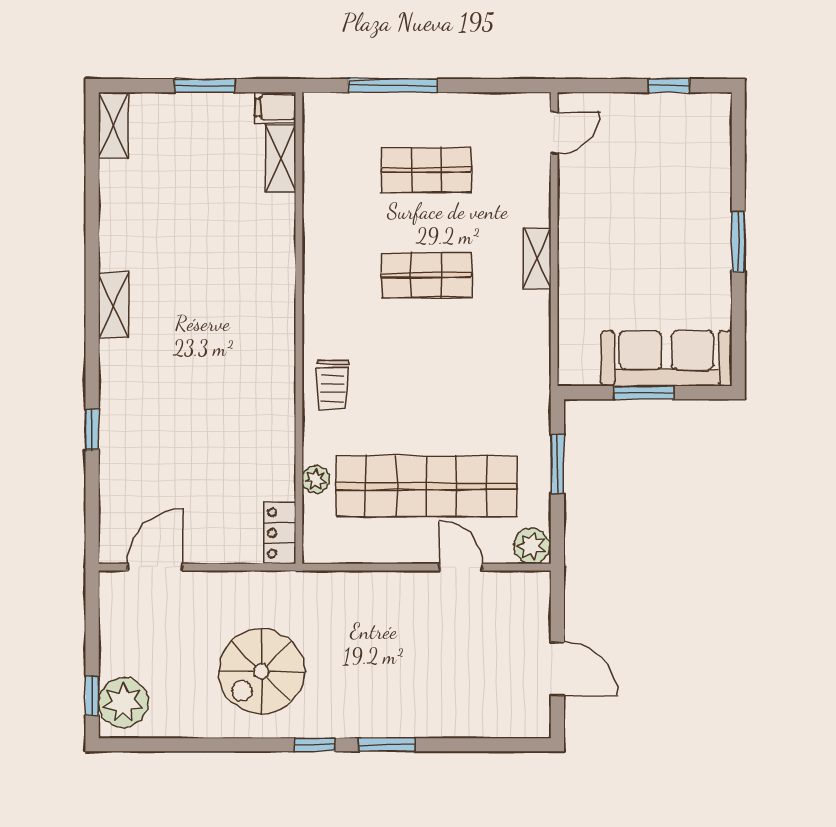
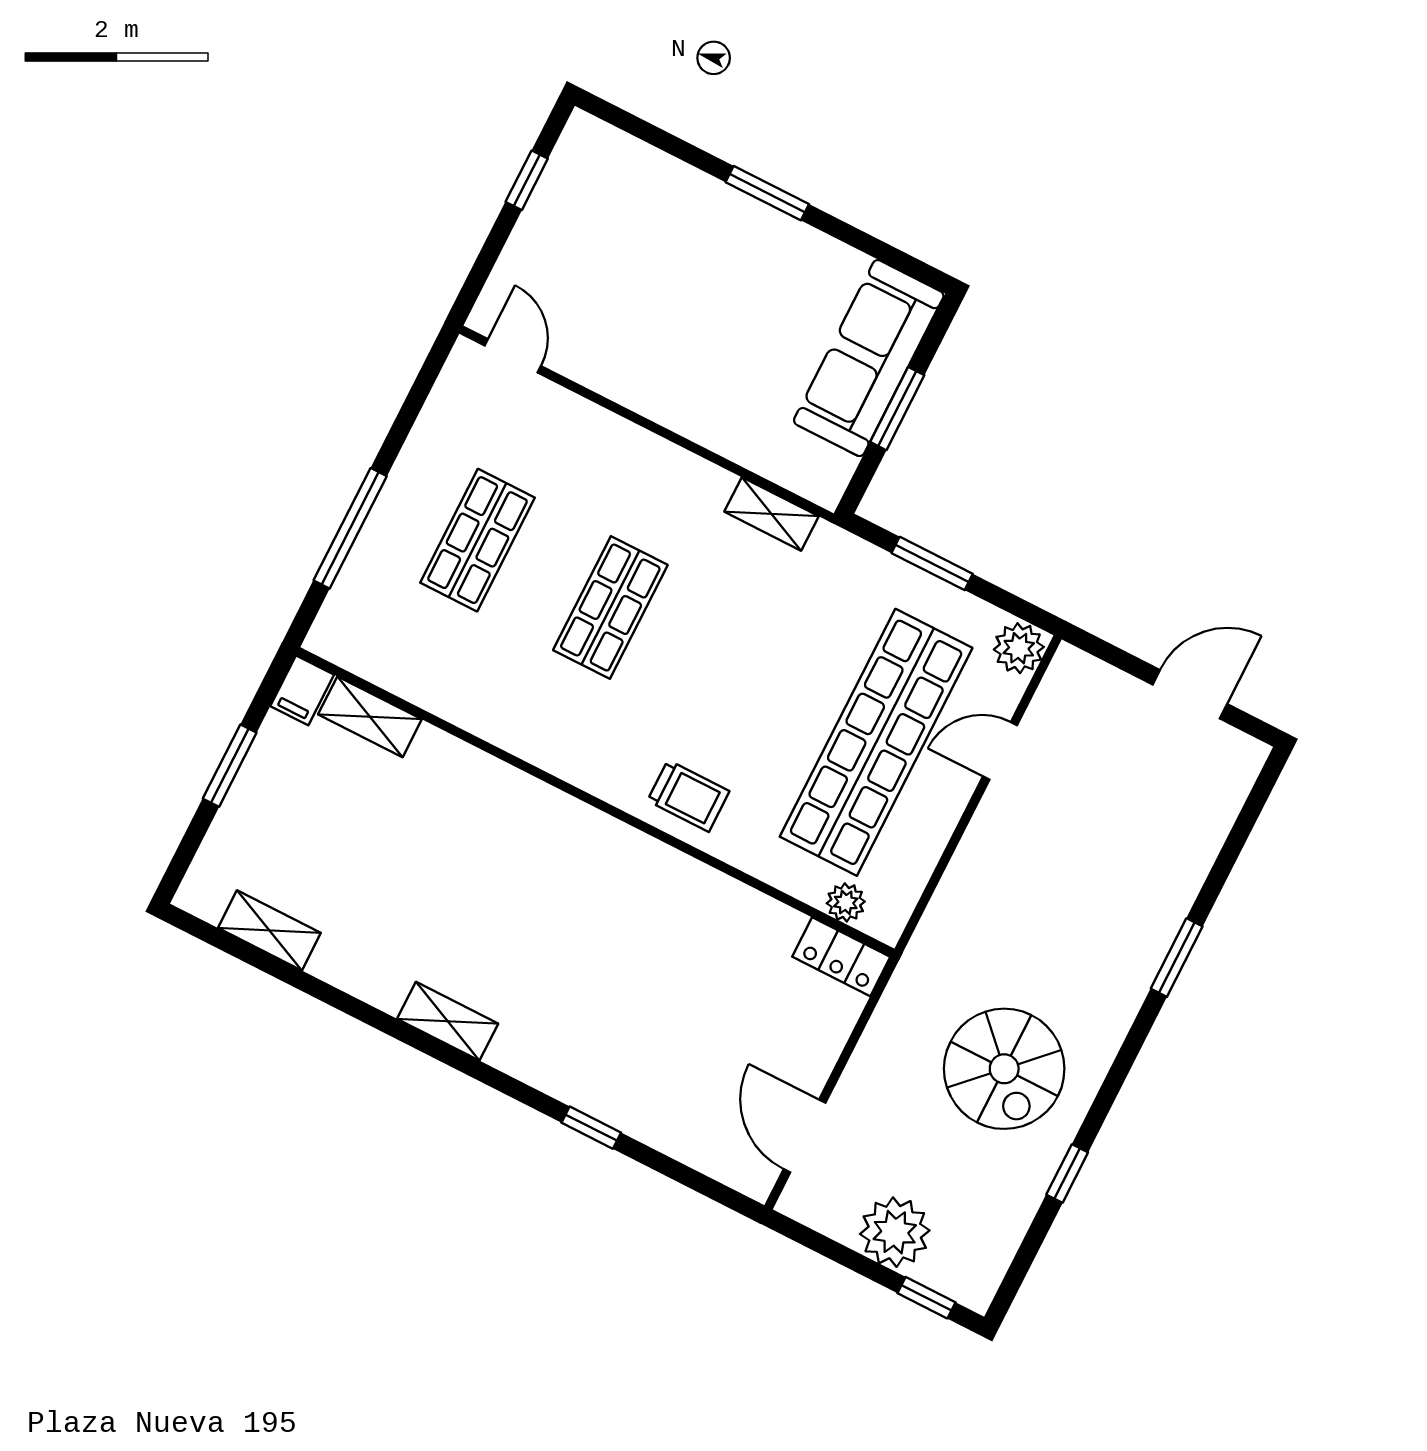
shelving: (114, 125) -> (269, 930), moved
shelving: (537, 259) -> (772, 514), moved
plant: (316, 480) -> (846, 902), moved
plant: (123, 703) -> (895, 1232), moved
window: (315, 745) -> (1067, 1173), moved

